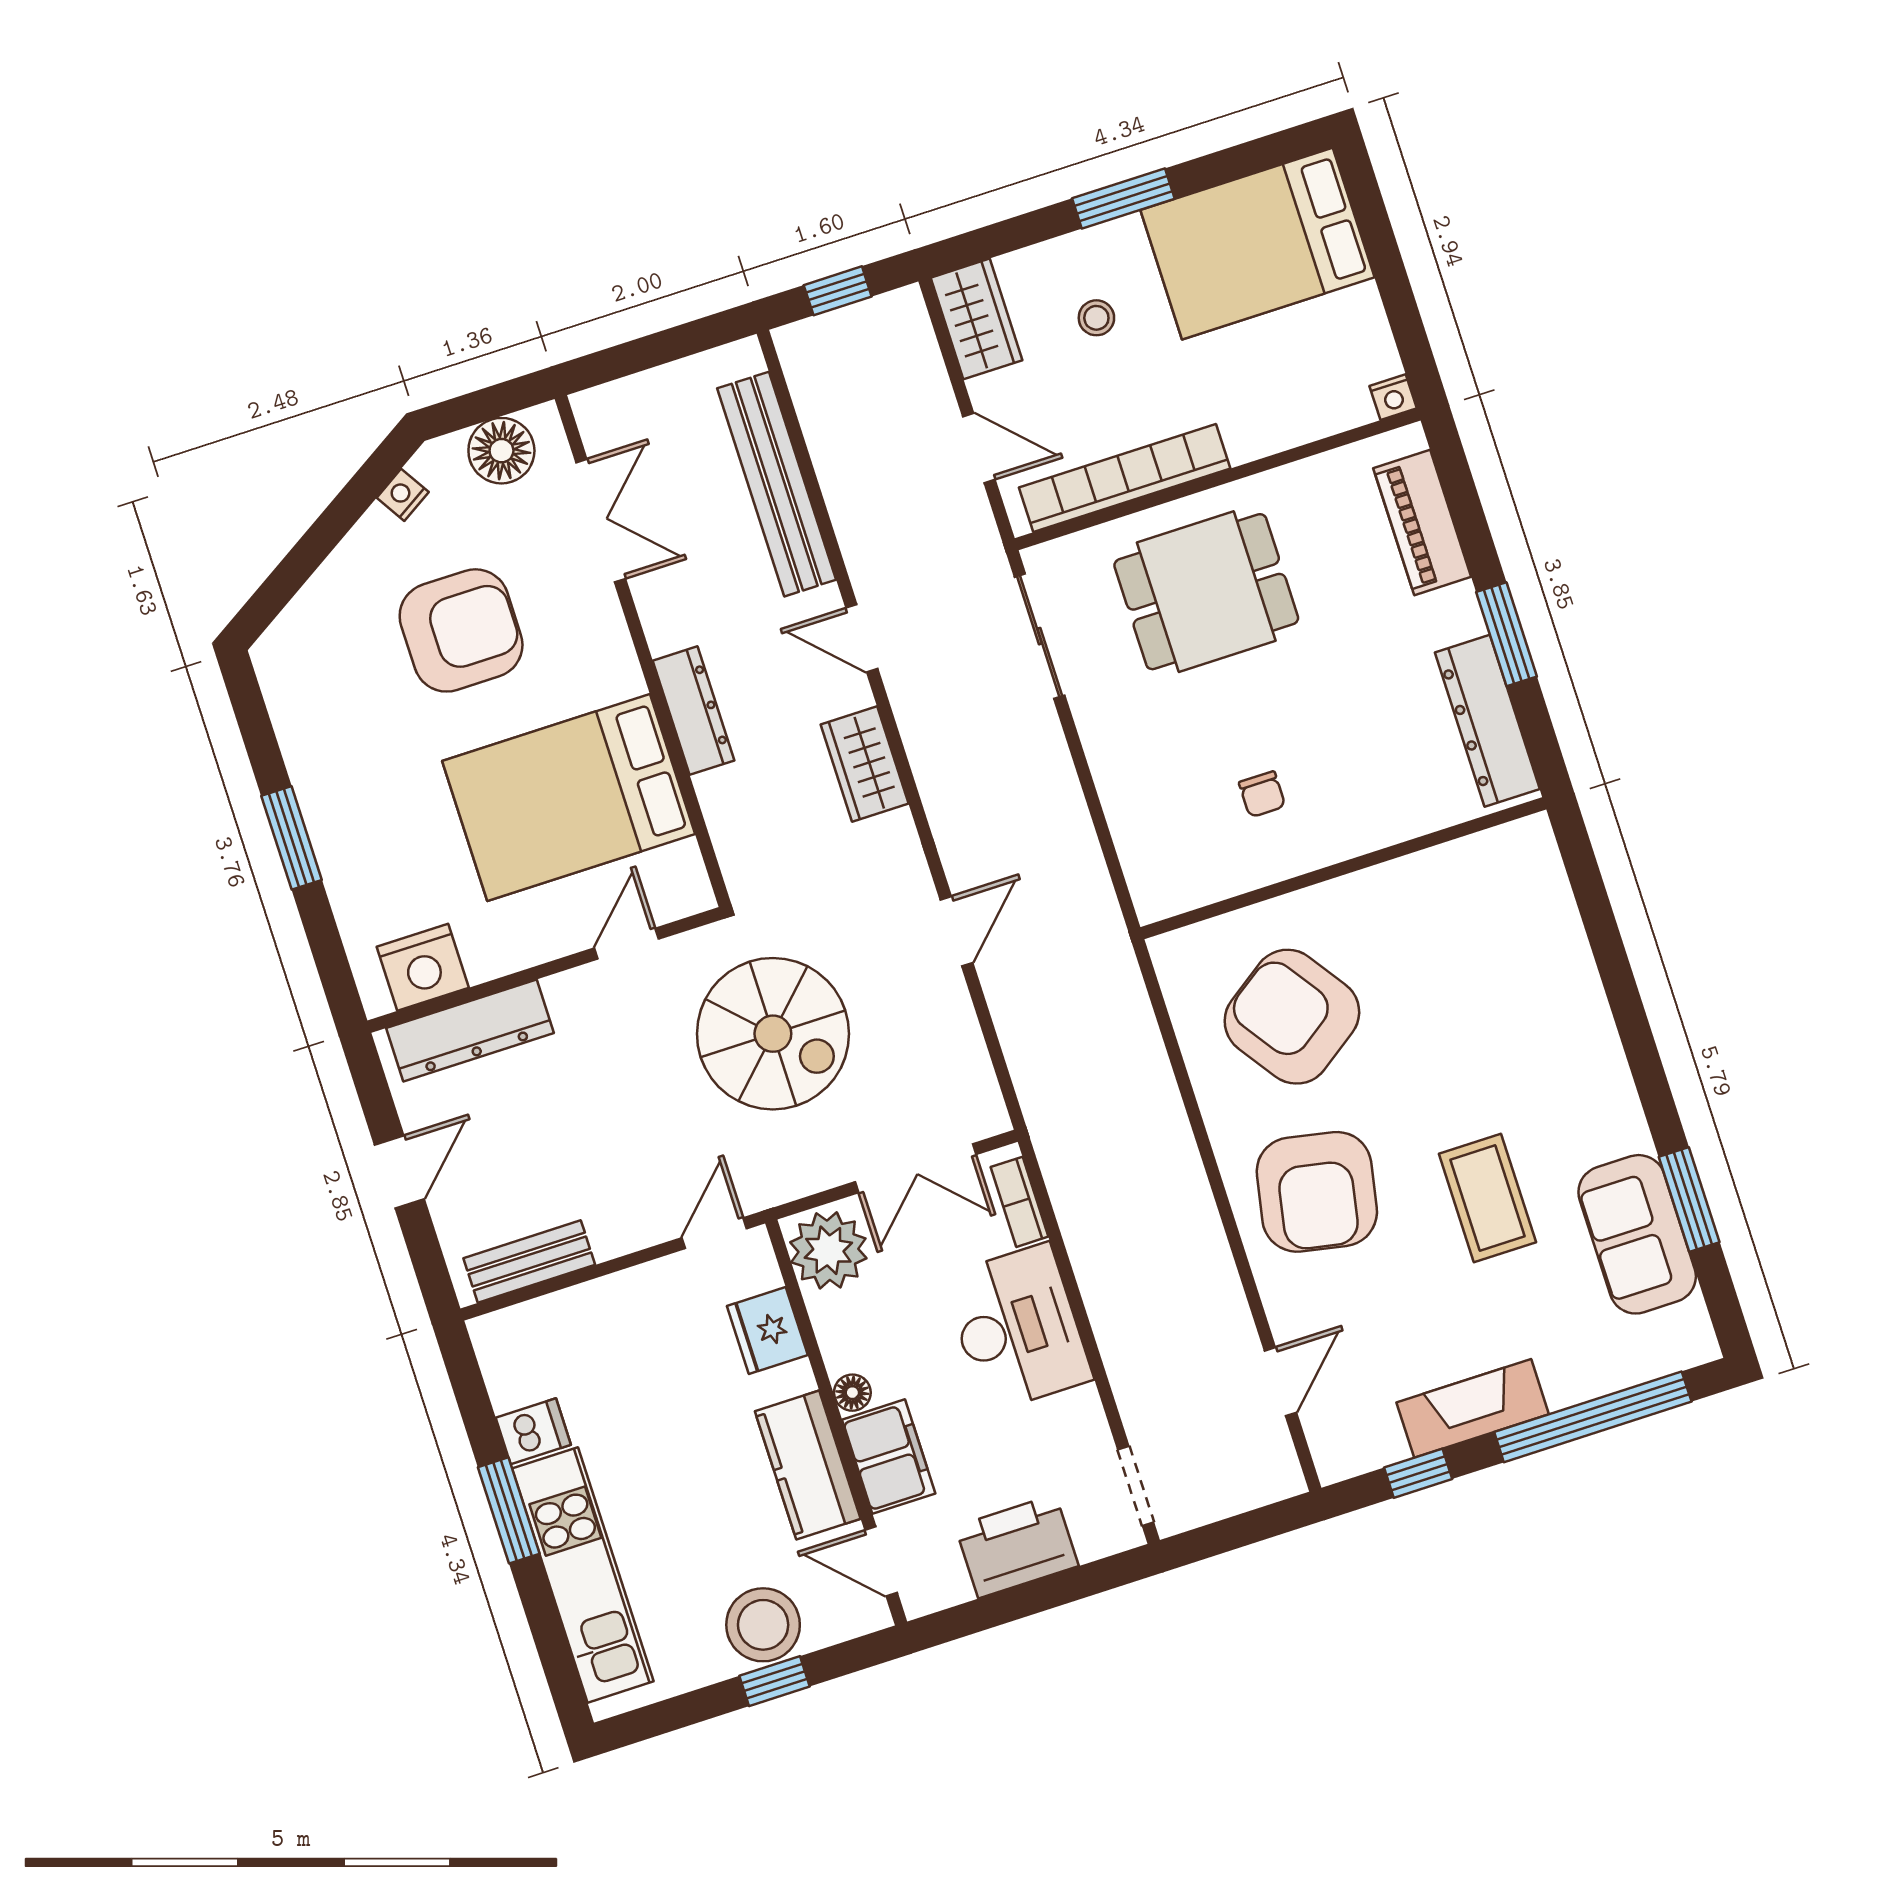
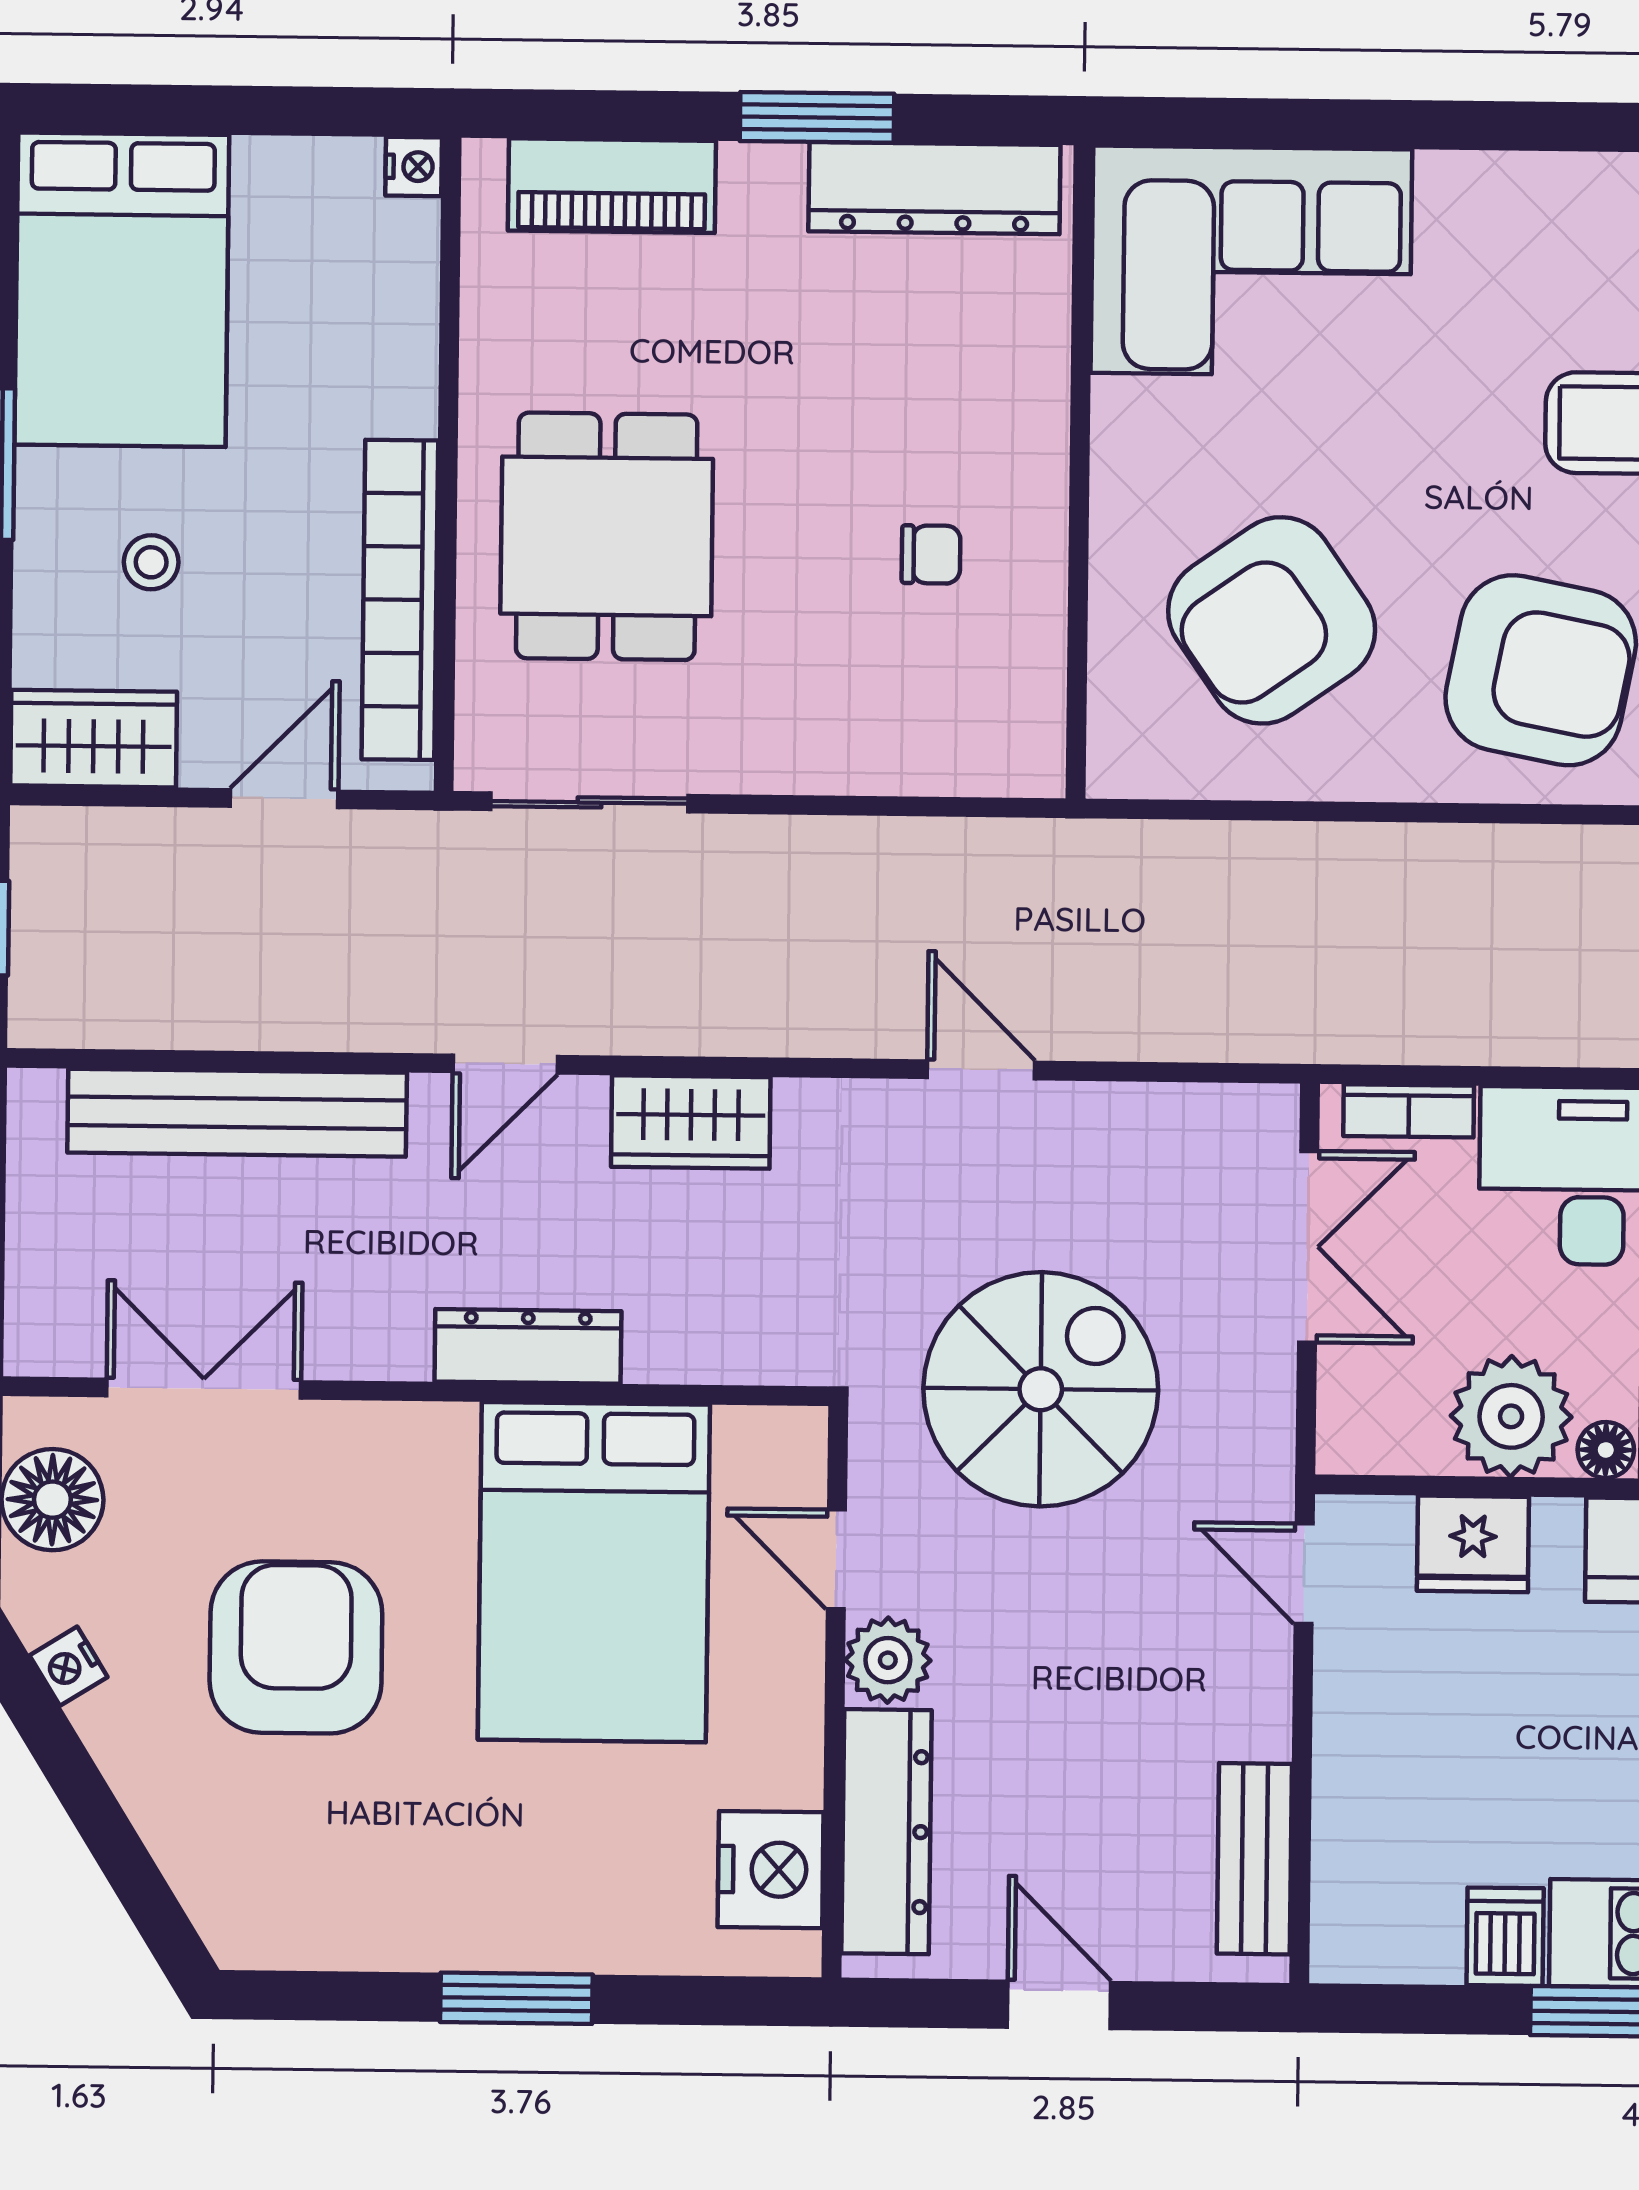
corner sofa: (1508, 930) -> (1251, 261), added
plant: (575, 996) -> (888, 1660), added
plant: (828, 1250) -> (1511, 1416), moved

